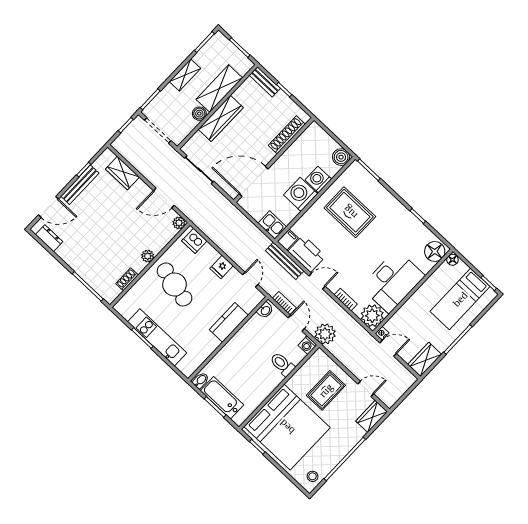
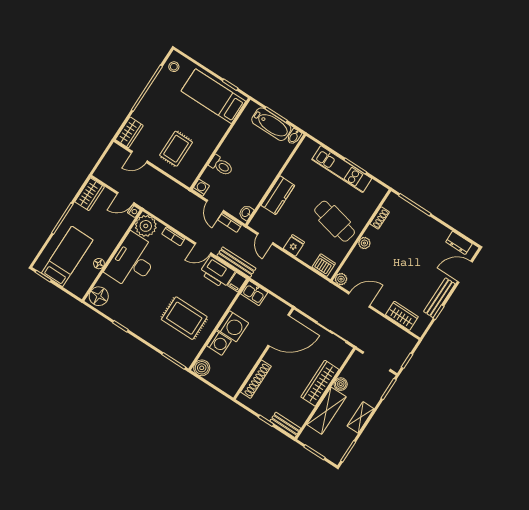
floor lamp: (452, 260) -> (99, 264), moved
plant: (325, 334) -> (186, 201), removed
bed: (287, 427) -> (213, 96), width x0.49

